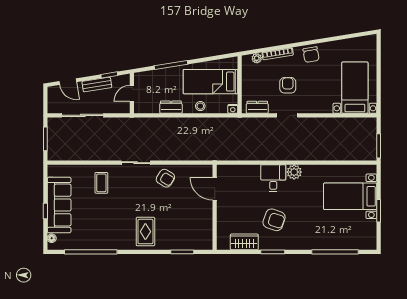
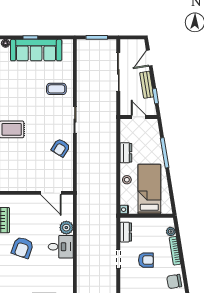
plant: (294, 172) -> (66, 228), moved
door: (215, 189) -> (51, 193), swing flipped

